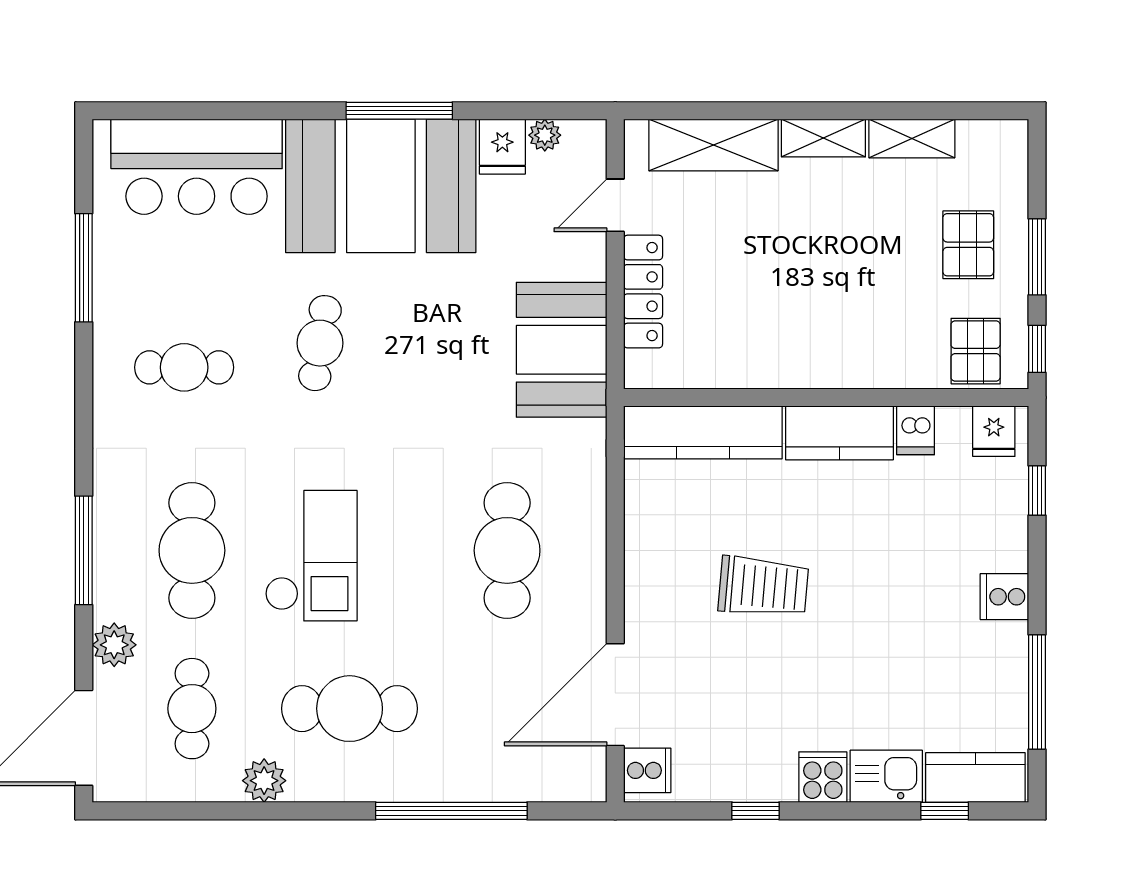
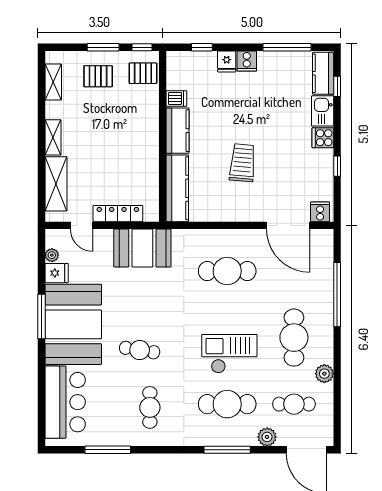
shelving: (912, 139) -> (53, 82), moved
fridge: (994, 431) -> (227, 61), moved, turned 90

